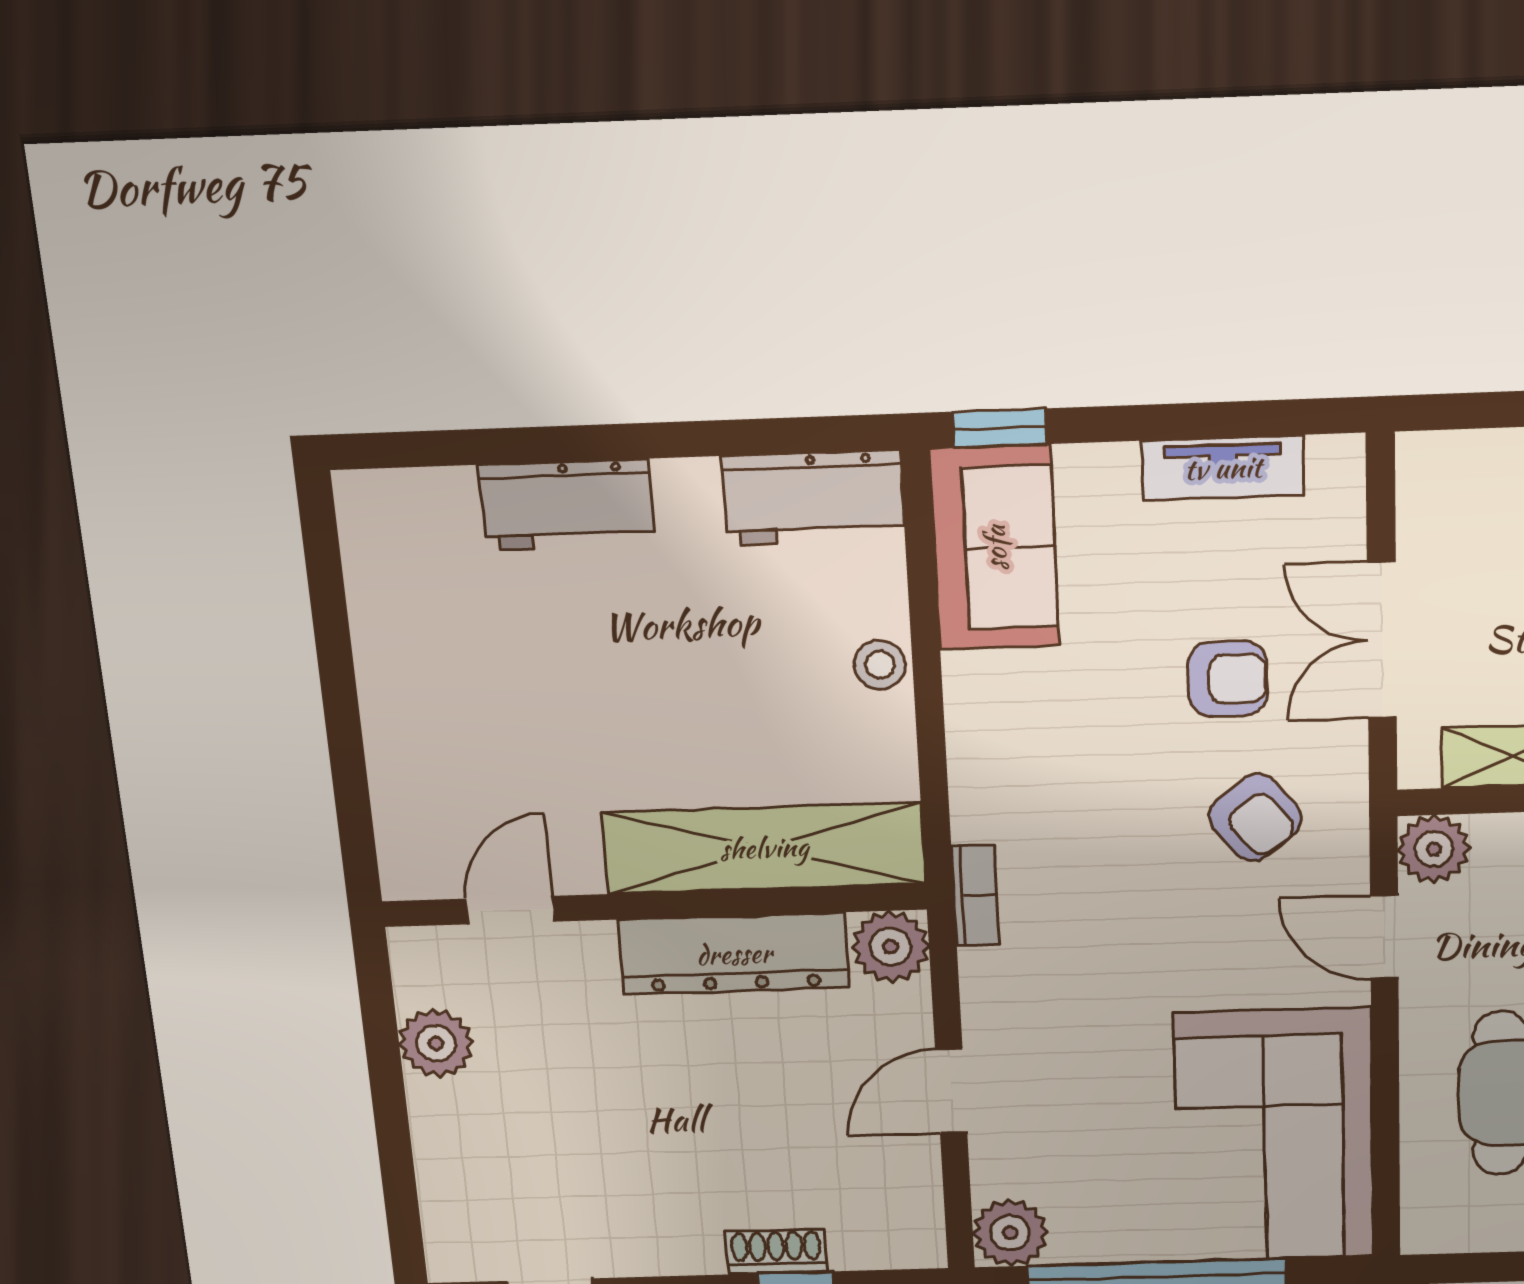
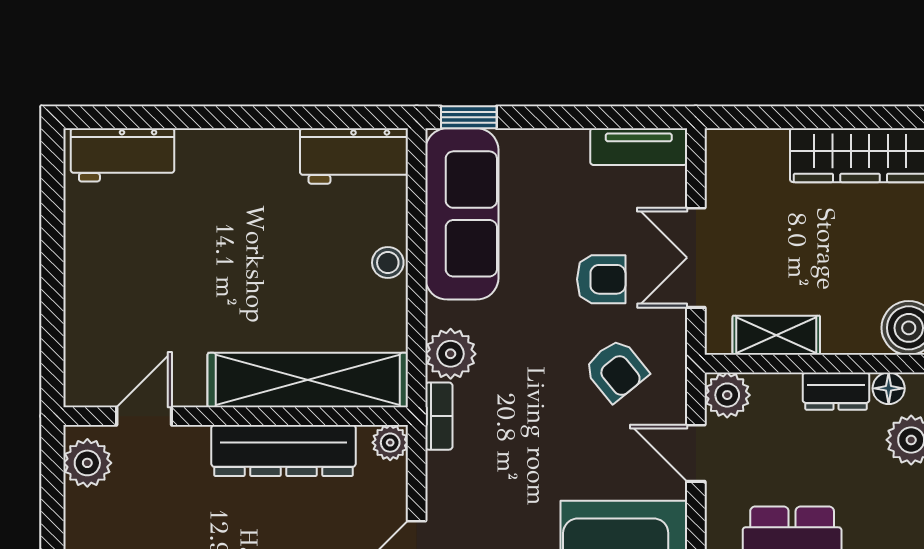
tv unit: (1223, 468) -> (639, 147), moved
workbench: (567, 505) -> (123, 155), moved
sofa: (995, 548) -> (462, 214), width x1.36
plant: (989, 801) -> (451, 354), added
plant: (891, 947) -> (390, 443), width x0.73, depth x0.73
plant: (436, 1043) -> (87, 463), moved

